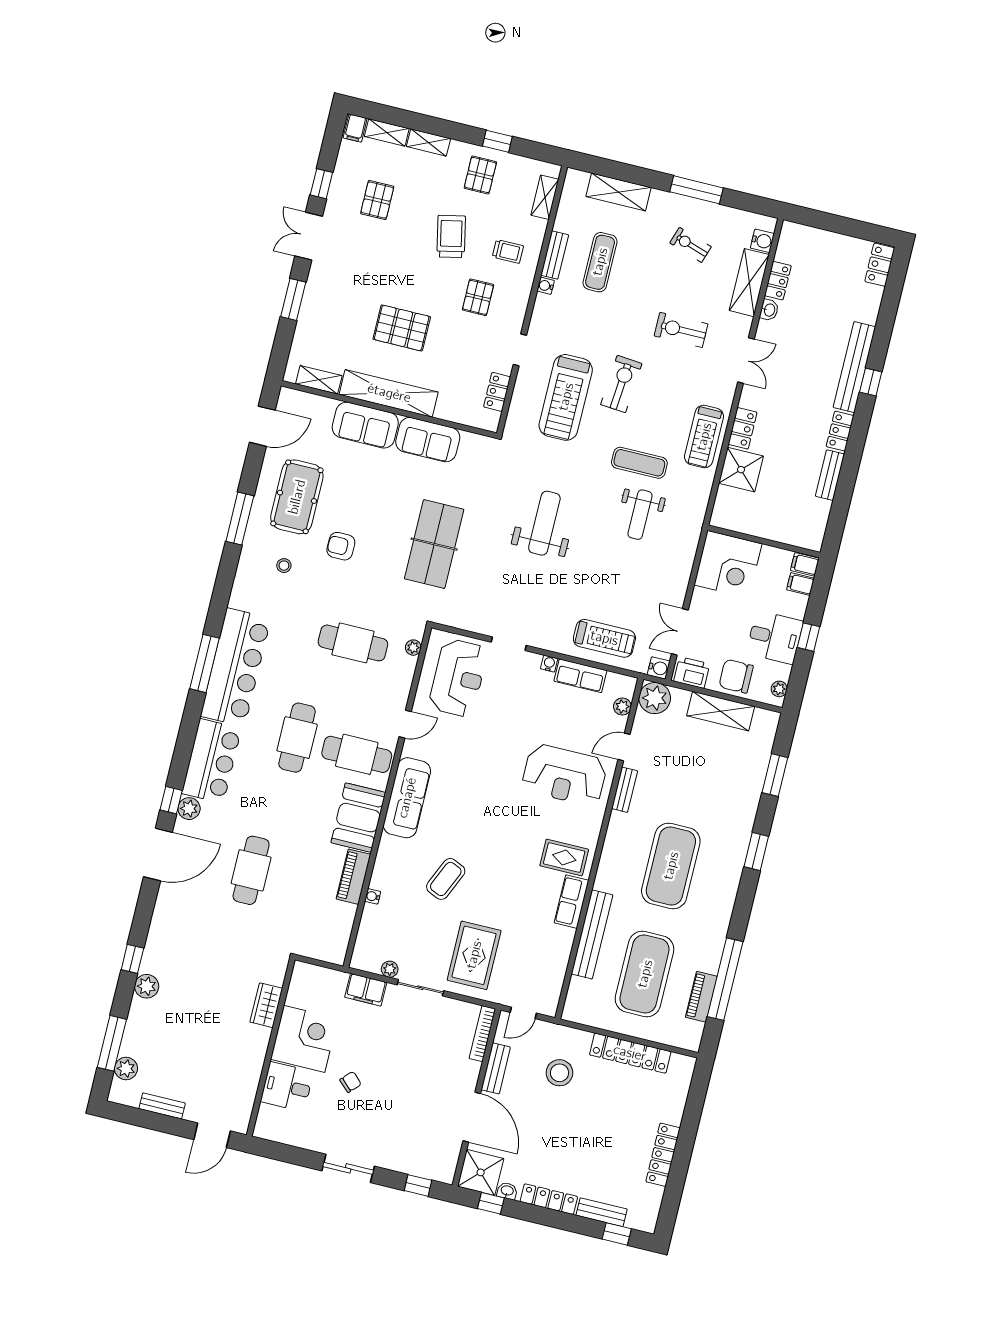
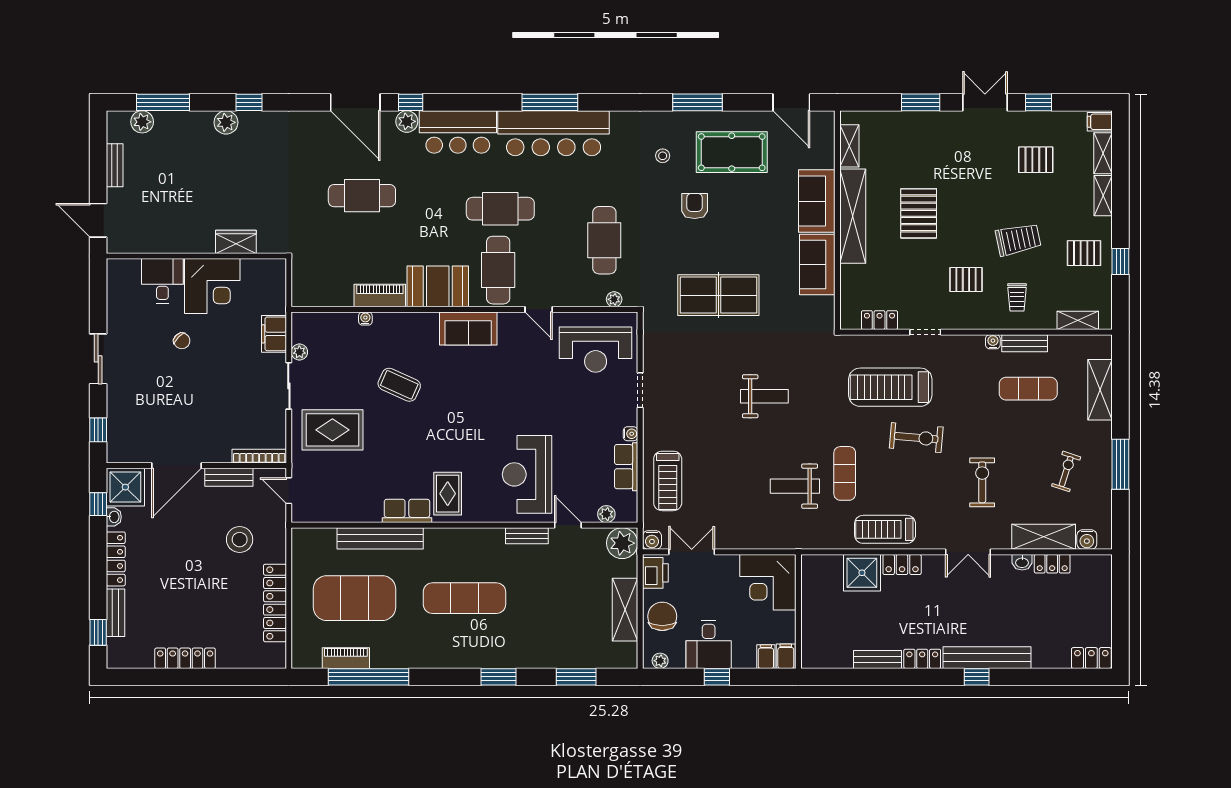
weight bench: (544, 523) -> (764, 396), width x0.73, depth x0.75
sofa: (407, 798) -> (468, 328), width x0.73
exercise mat: (671, 866) -> (464, 598), width x0.68

